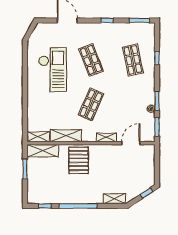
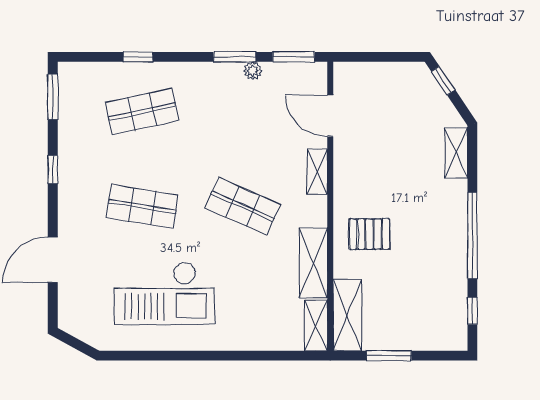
shop shelf: (91, 60) -> (142, 206), turned 30
checkout: (52, 70) -> (164, 293), turned 180
pallet: (79, 160) -> (369, 234), width x0.67, depth x0.71

